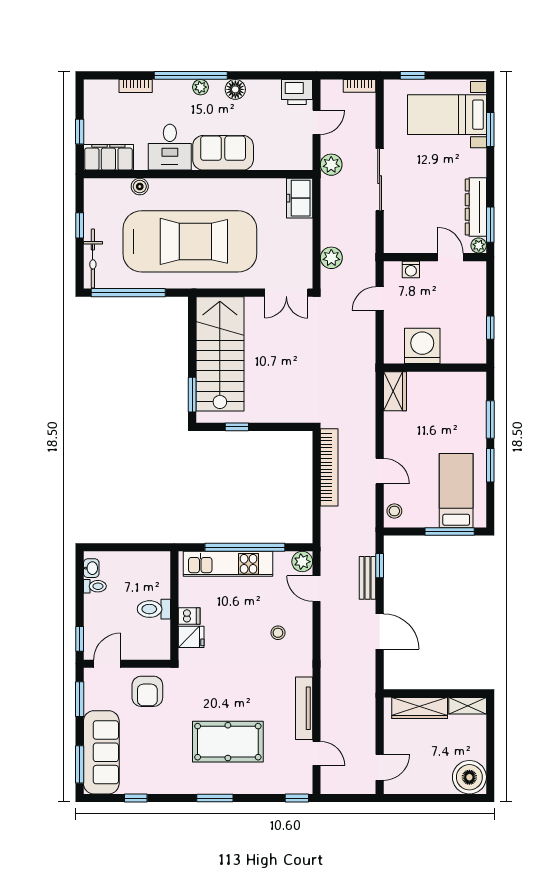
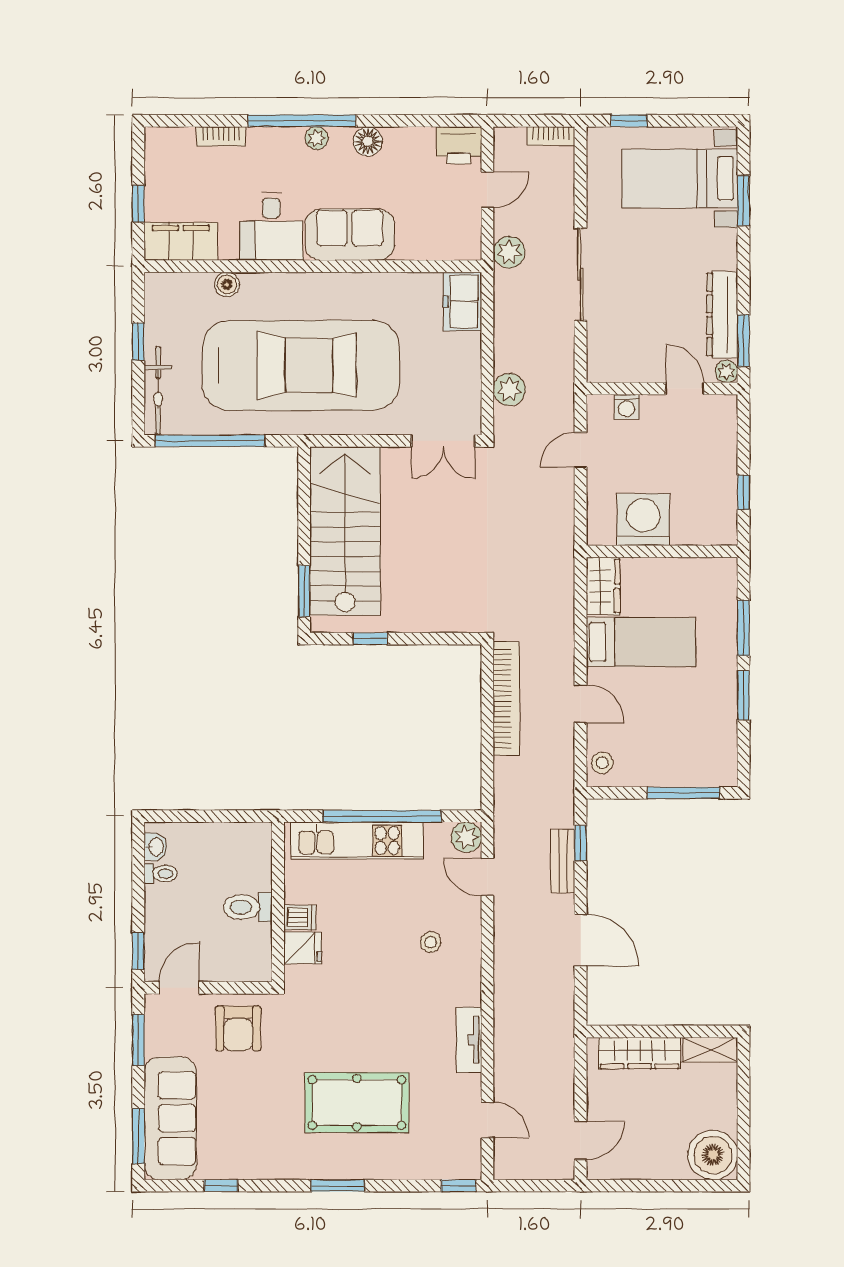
bed: (456, 490) -> (641, 642), moved, turned 90
tv unit: (304, 708) -> (469, 1040), width x0.71

